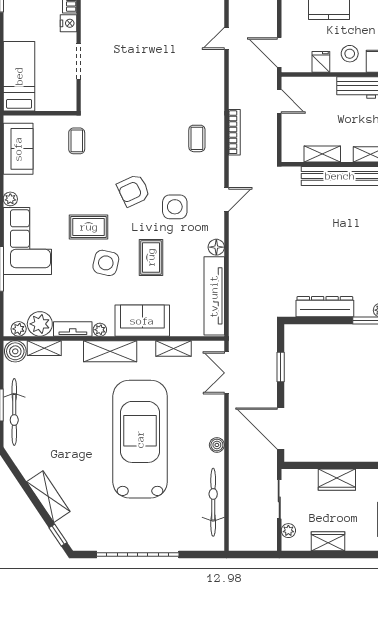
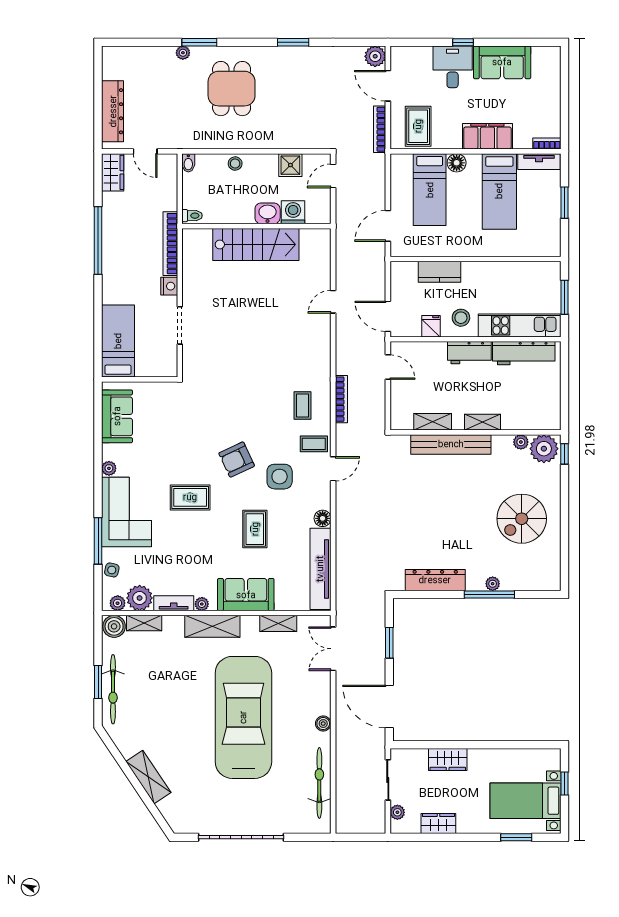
coffee table: (77, 141) -> (314, 444), moved, turned 90
side table: (106, 263) -> (112, 570), moved, width x0.54, depth x0.54
window: (58, 535) -> (158, 817), removed

